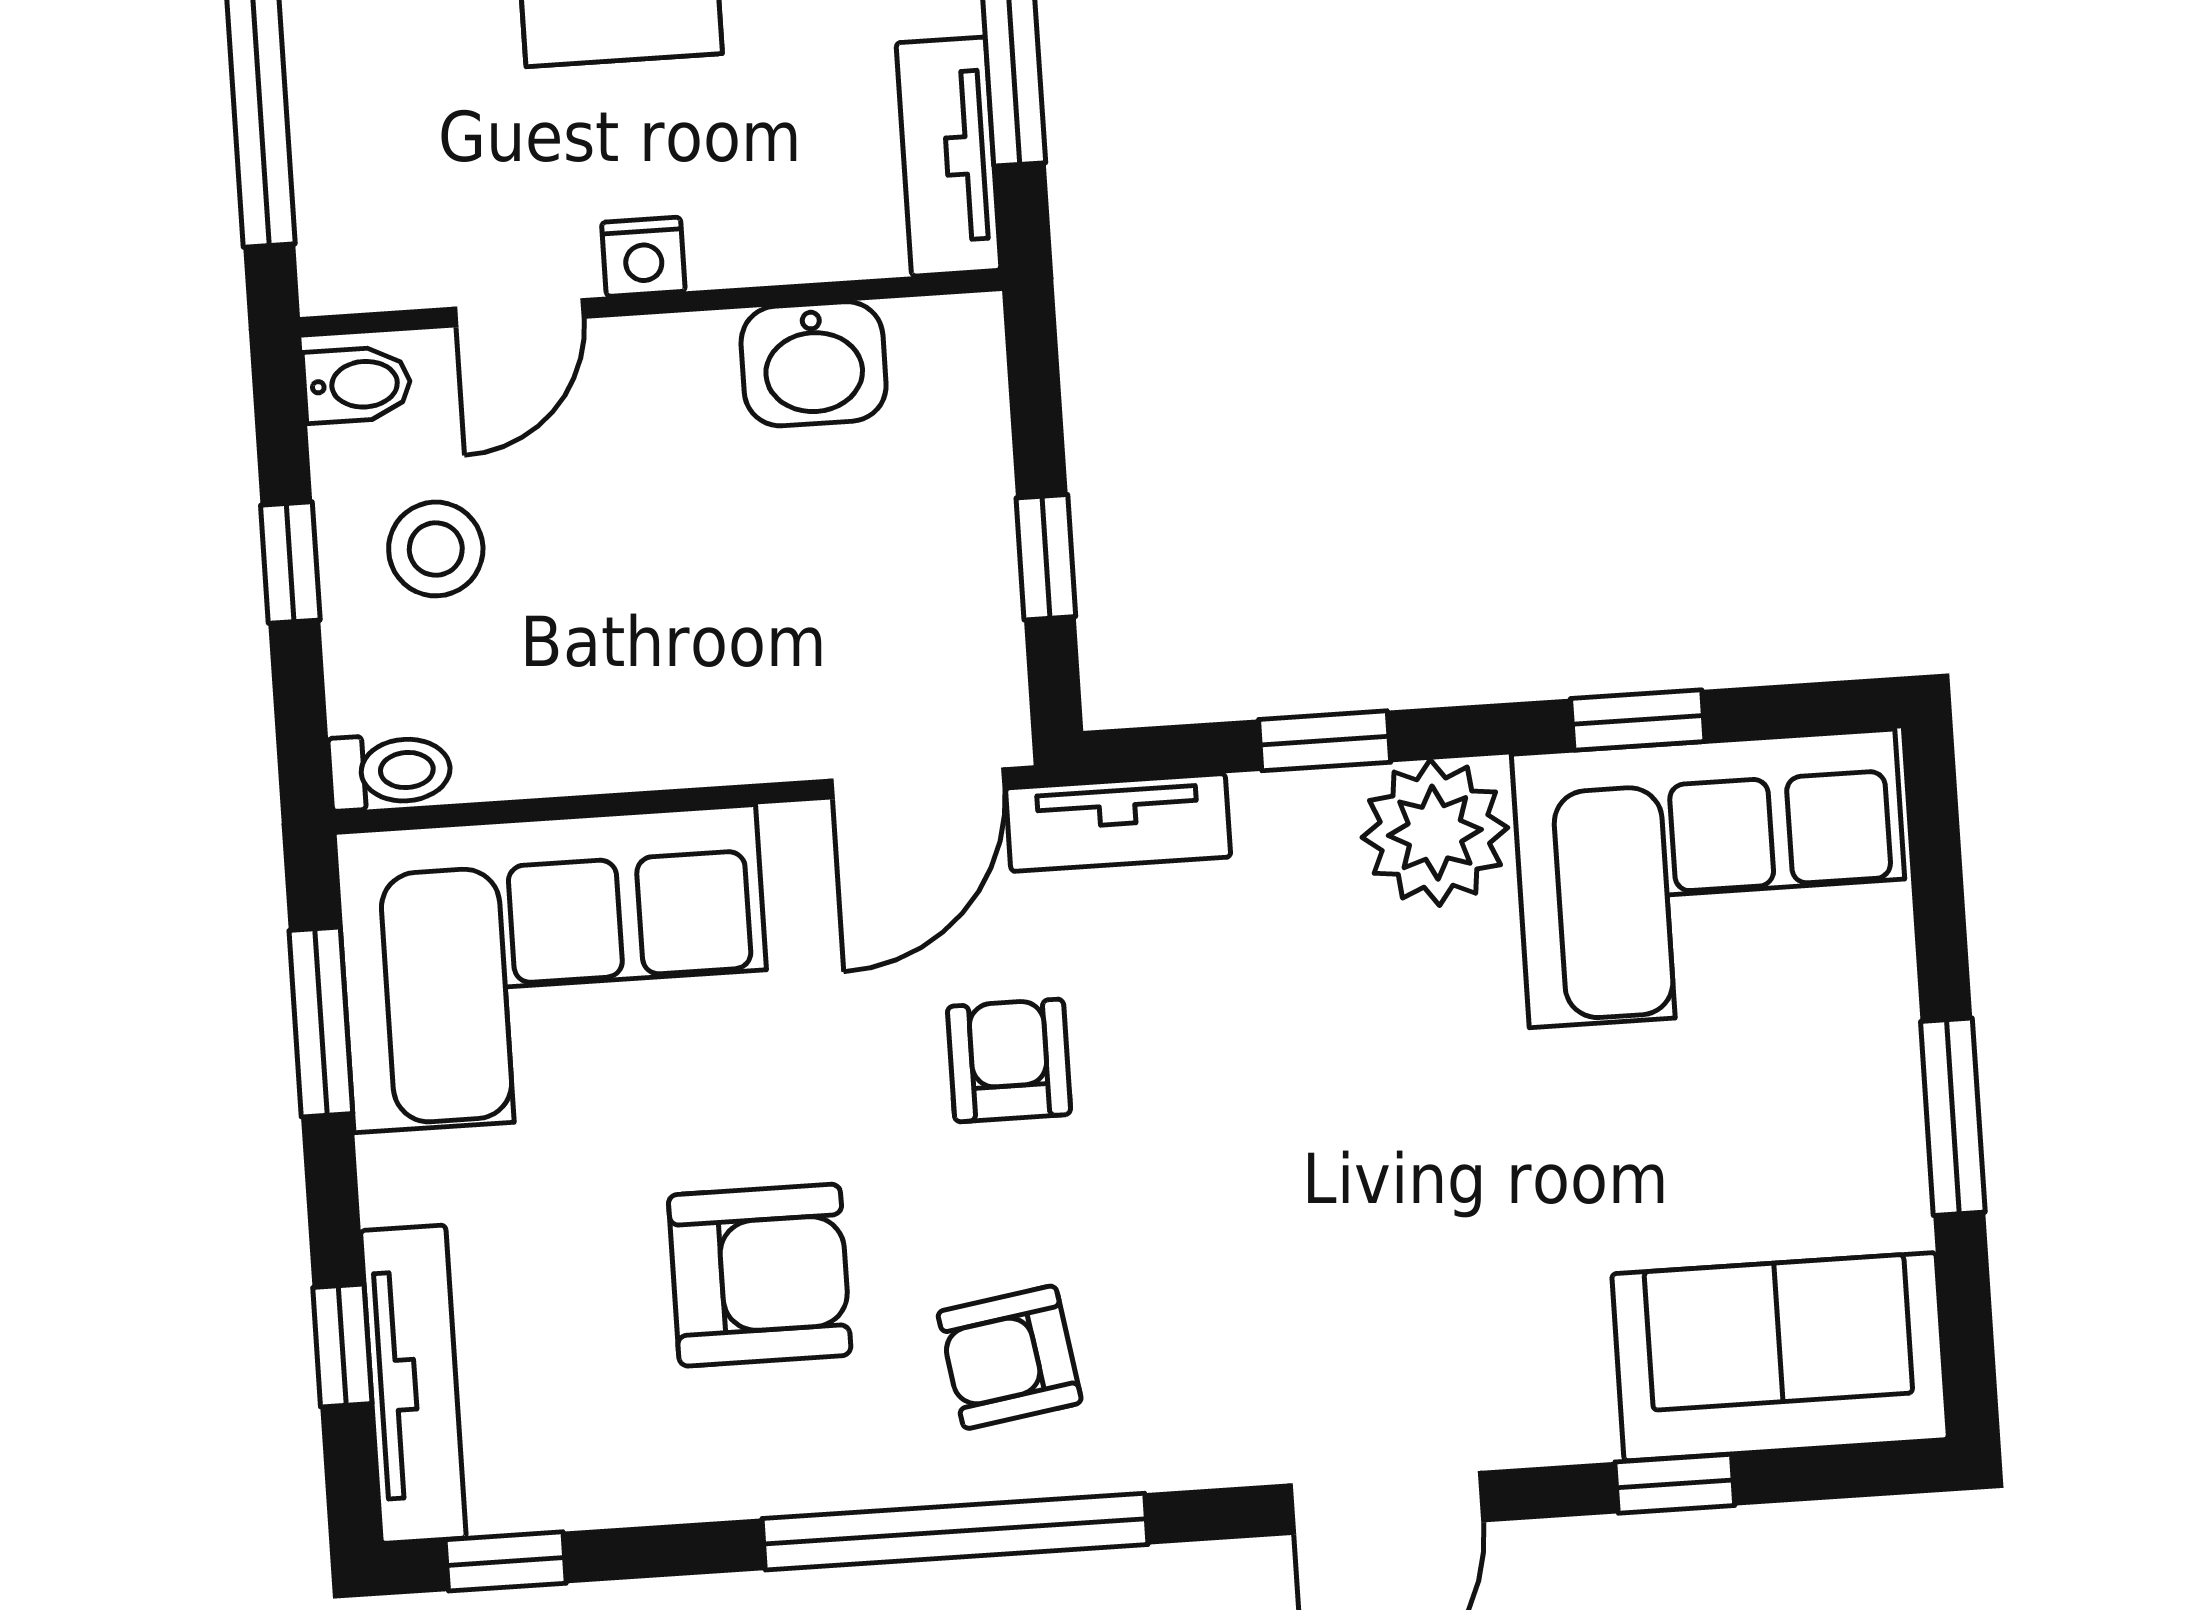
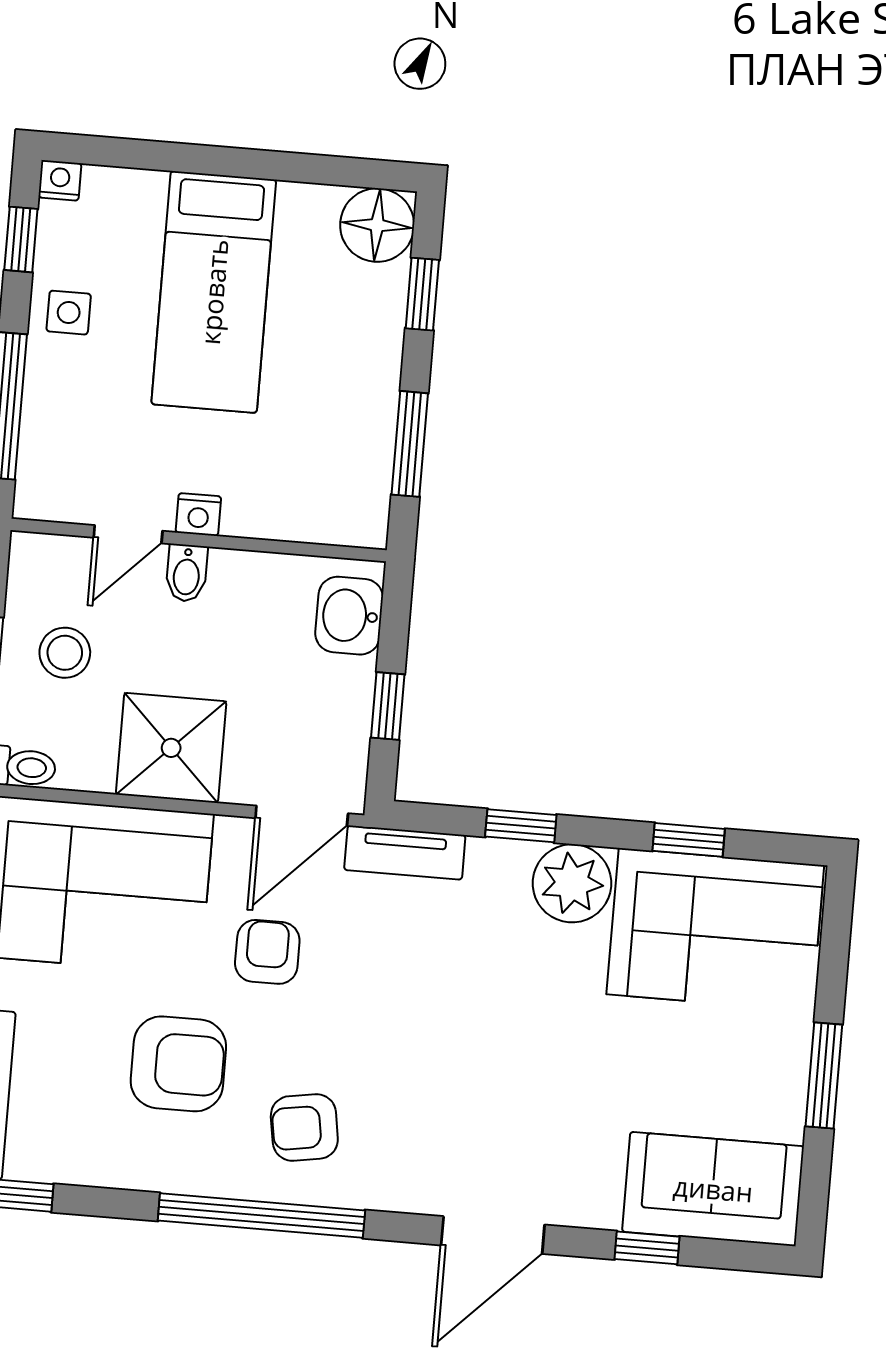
tv unit: (949, 157) -> (368, 486), removed
washbasin: (814, 364) -> (349, 616), moved, turned 90
bidet: (357, 385) -> (187, 573), moved, turned 90
shower: (658, 695) -> (171, 748), added
armchair: (1009, 1060) -> (267, 952), moved

